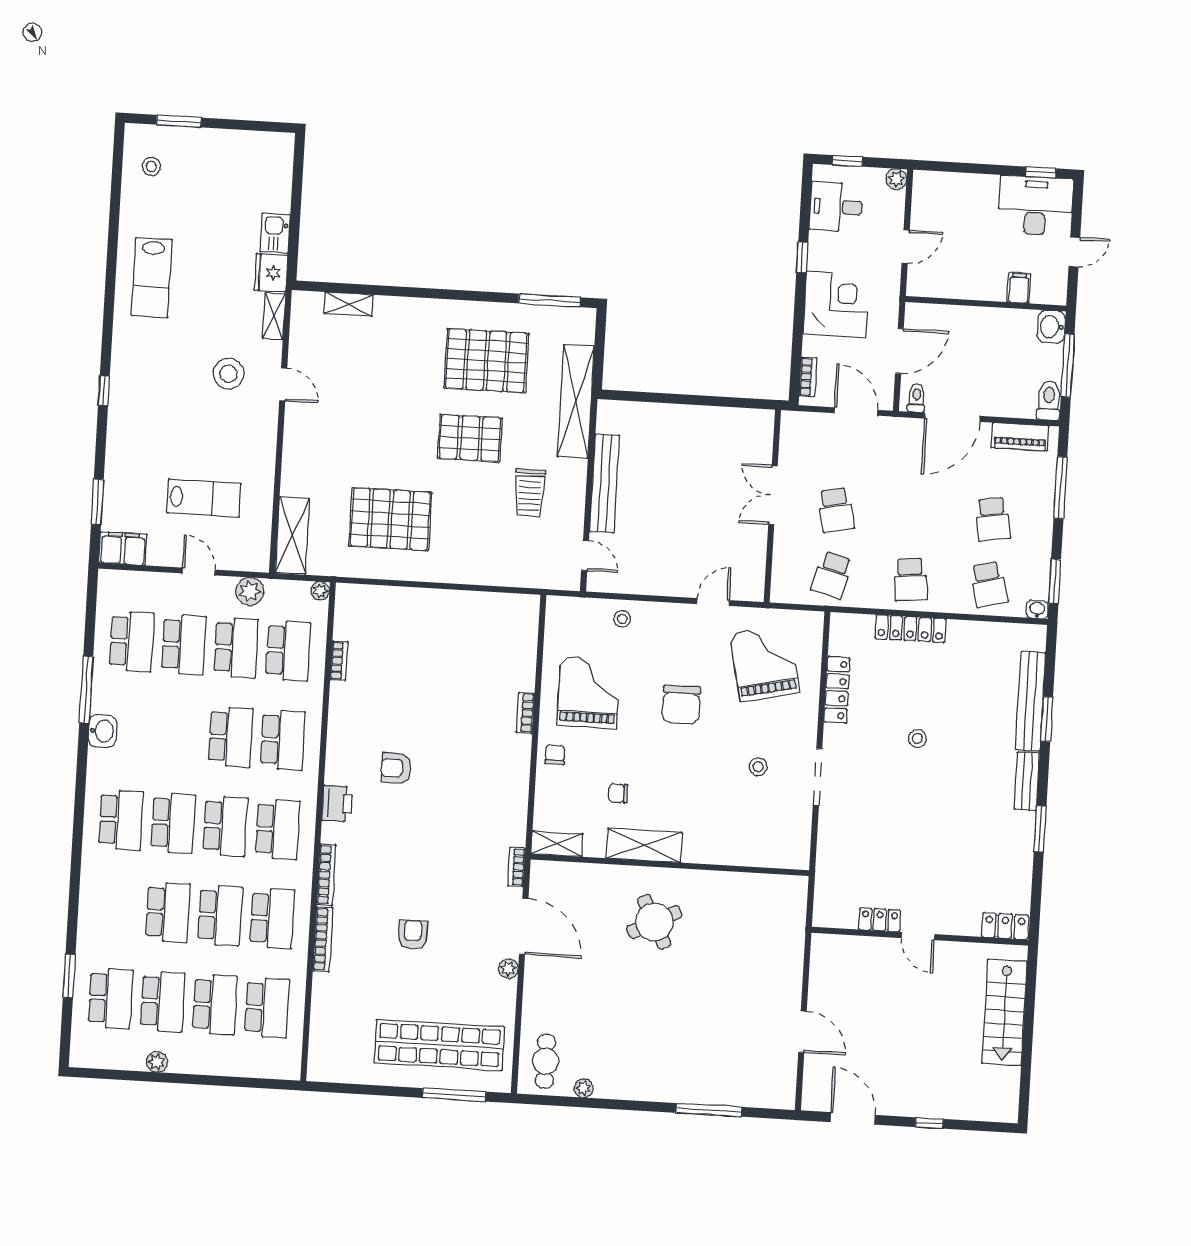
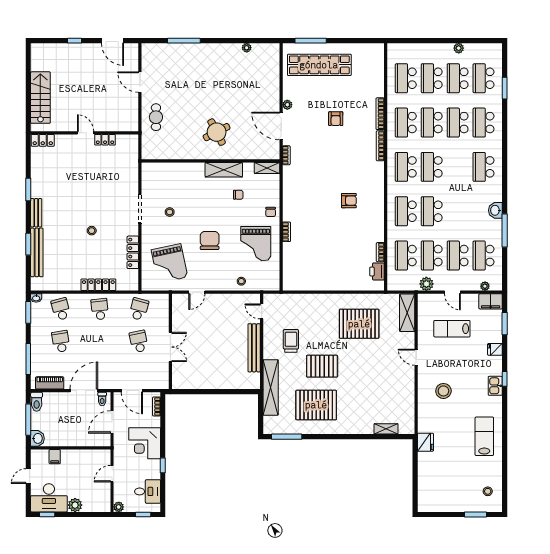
plant: (984, 188) -> (75, 505), added
kitchen sink: (275, 233) -> (495, 386), moved, turned 180
shelving: (274, 316) -> (423, 421), removed
door: (283, 384) -> (416, 357), moved
fridge: (120, 451) -> (495, 349), added
plant: (320, 591) -> (485, 286), moved
printer: (337, 803) -> (377, 271), moved
school desk: (173, 823) -> (484, 123), moved
cafe table: (545, 1061) -> (156, 117), moved

